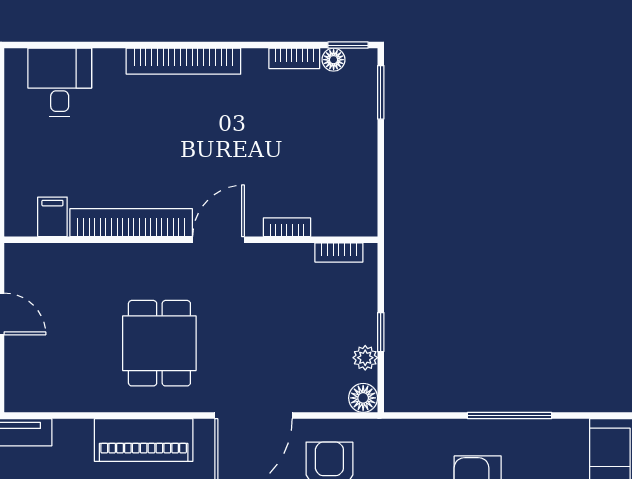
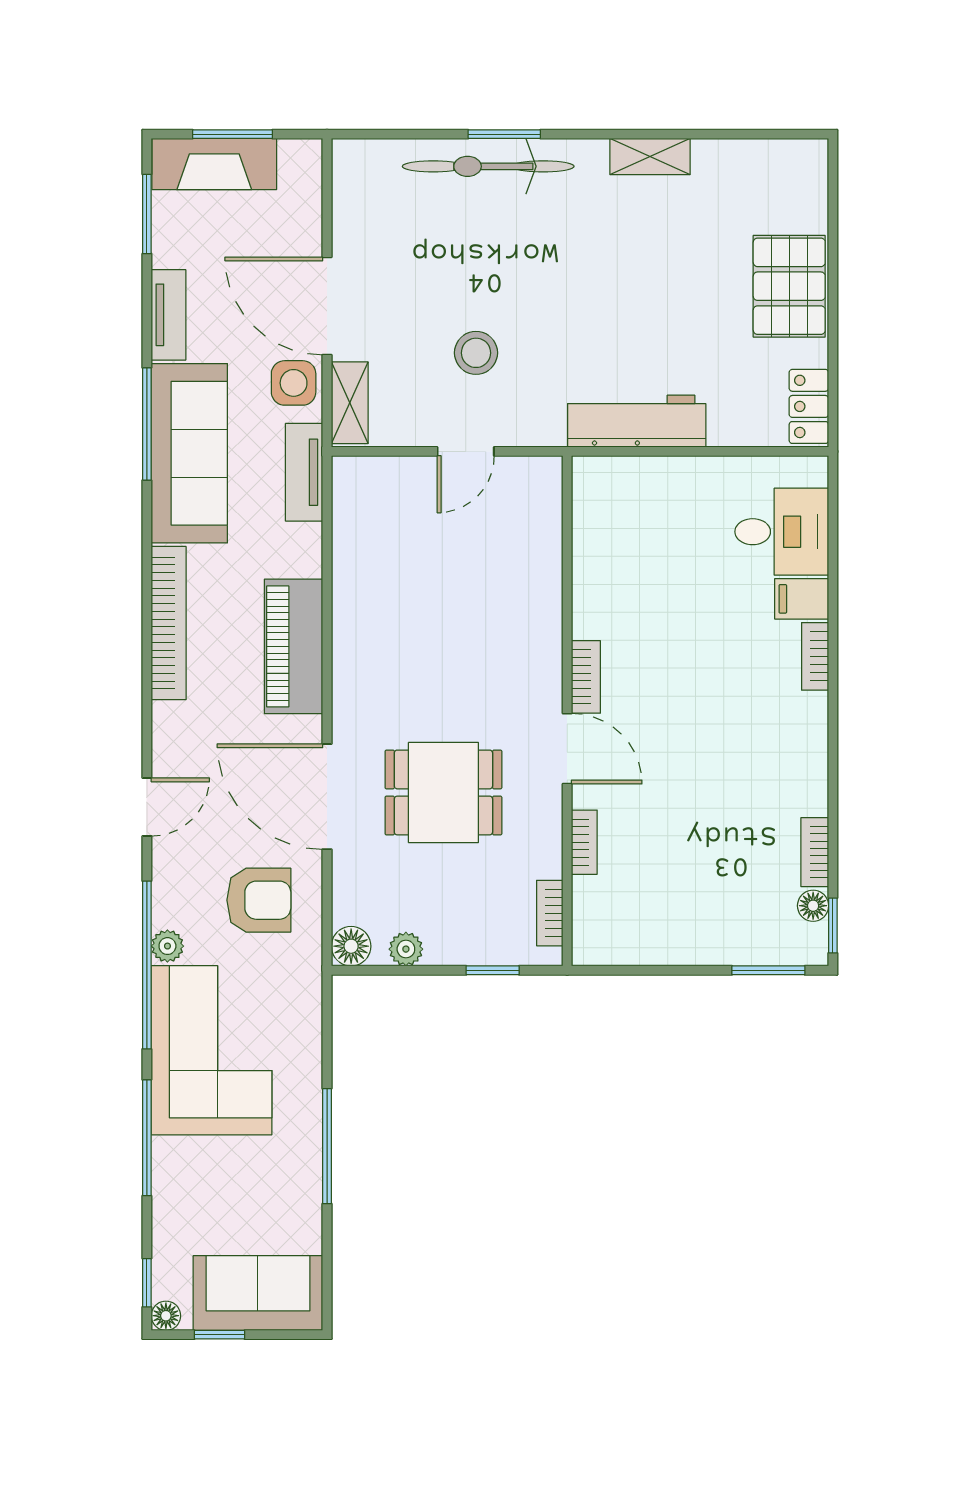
bookcase: (183, 61) -> (815, 656), width x0.43, depth x0.76
filing cabinet: (52, 217) -> (802, 599), moved, turned 180
bookcase: (131, 223) -> (586, 677), width x0.43, depth x0.76
window: (381, 332) -> (493, 970), moved
dining table: (159, 343) -> (443, 792), moved

